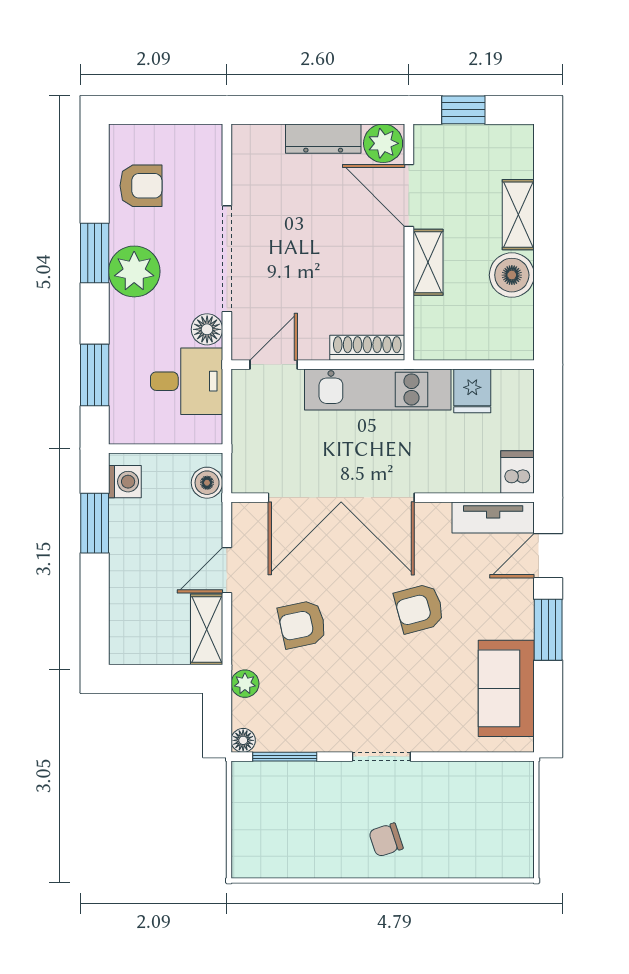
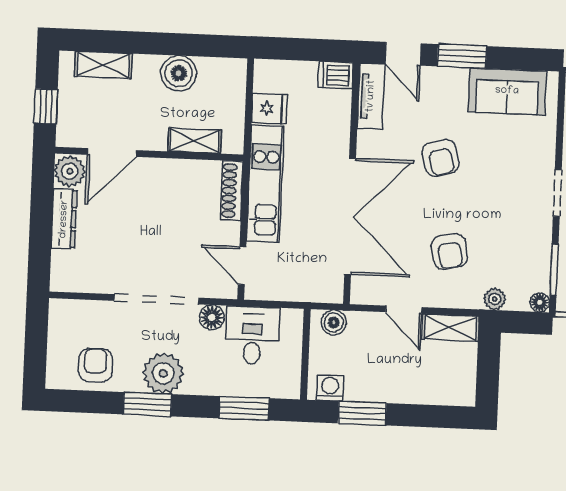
shelving: (518, 215) -> (103, 65), moved
shelving: (428, 262) -> (195, 141), moved

